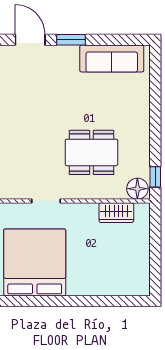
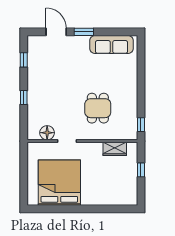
dining table: (92, 152) -> (98, 108), width x0.73
floor lamp: (137, 189) -> (47, 133), moved
window: (155, 244) -> (141, 170), added

